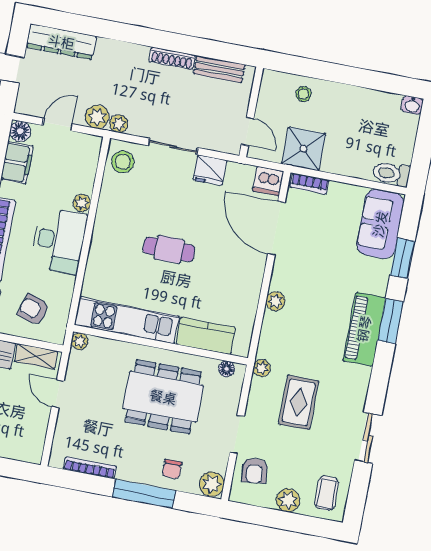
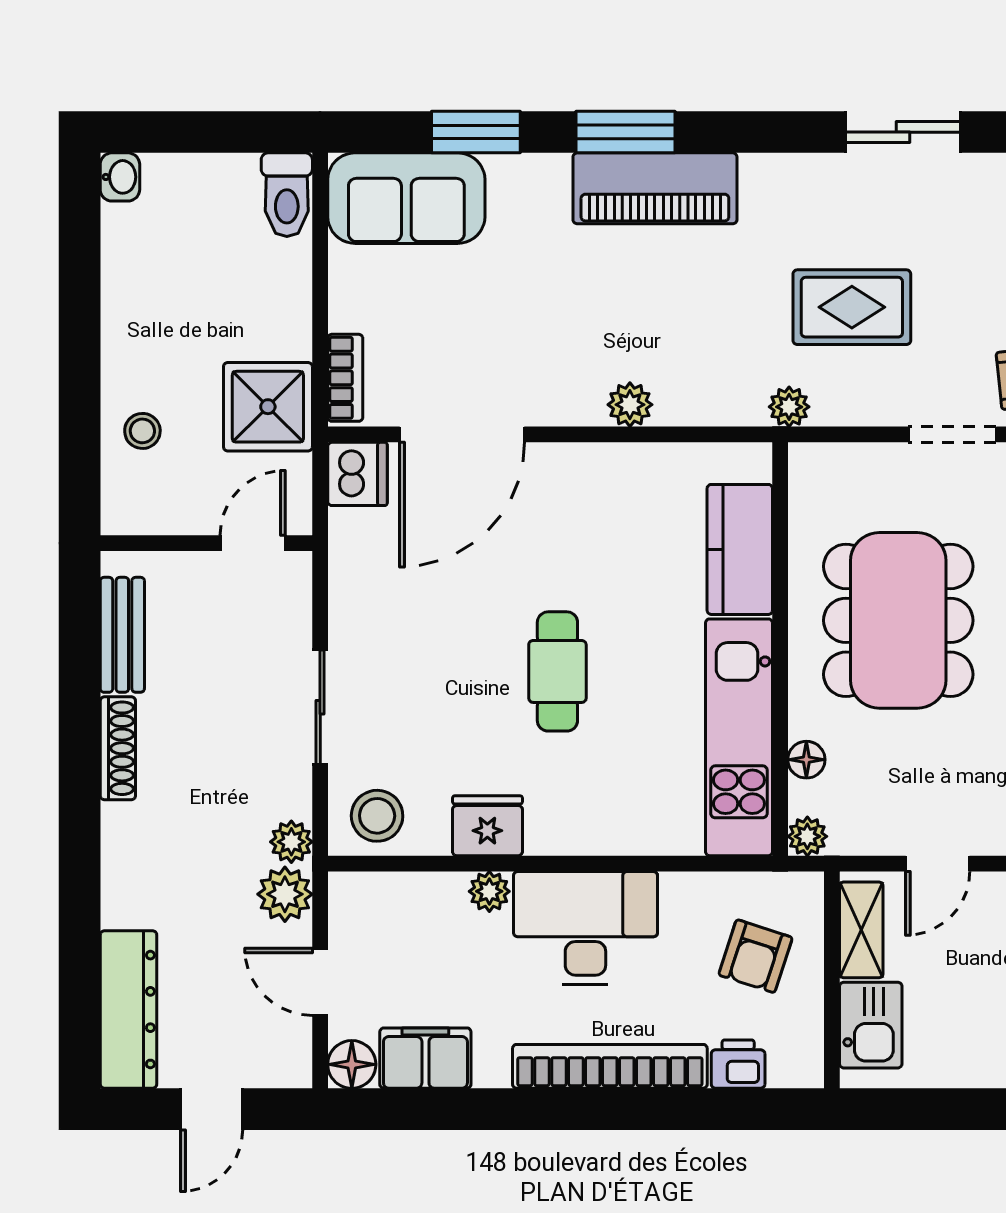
fridge: (210, 170) -> (487, 826), moved, turned -90
floor lamp: (227, 369) -> (806, 760), moved

